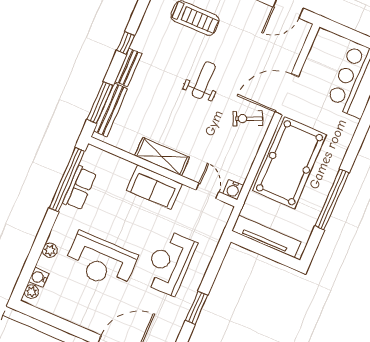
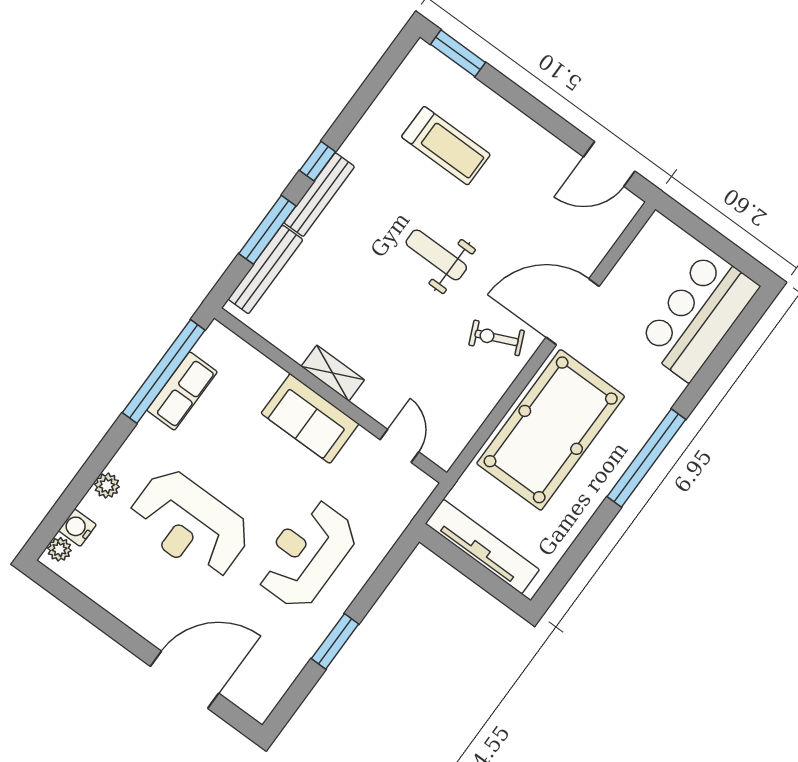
bench: (128, 68) -> (319, 195), width x1.36
weight bench: (204, 80) -> (436, 255), turned -90
window: (100, 103) -> (267, 230), moved
shelving: (162, 157) -> (333, 373), width x0.67, depth x0.75
water cooler: (233, 190) -> (444, 454), removed
window: (332, 199) -> (646, 458), moved

